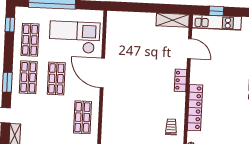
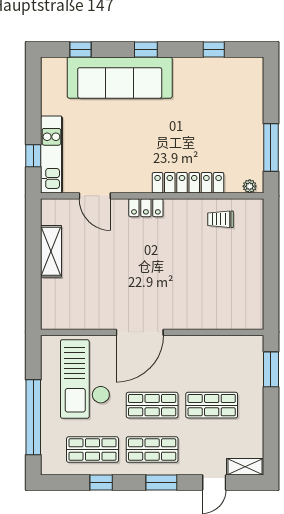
shelving: (173, 20) -> (51, 251), moved
window: (10, 25) -> (101, 483), moved
door: (189, 49) -> (95, 196), swing flipped
shop shelf: (82, 117) -> (212, 405), moved

